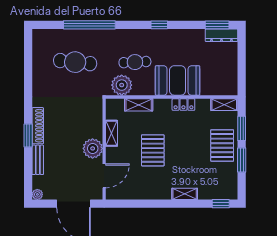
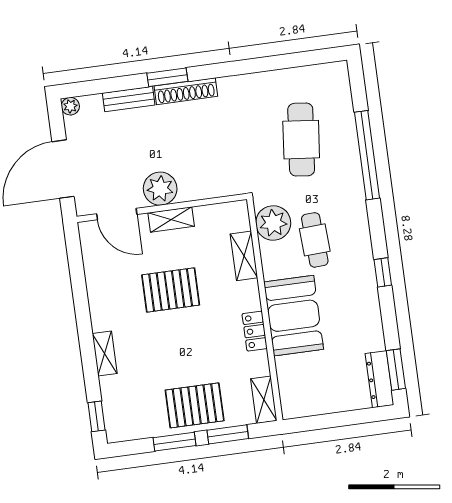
shelving: (112, 133) -> (171, 219), moved

